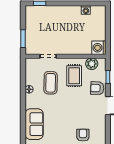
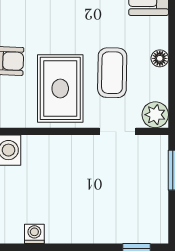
plant: (92, 64) -> (155, 115), moved
rug: (74, 76) -> (60, 88), width x1.36, depth x1.43

